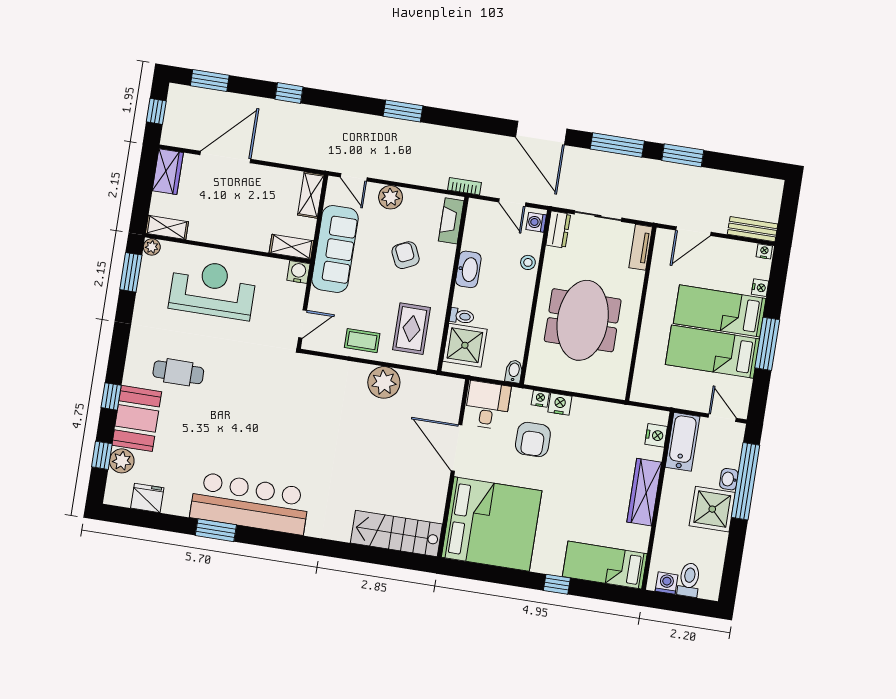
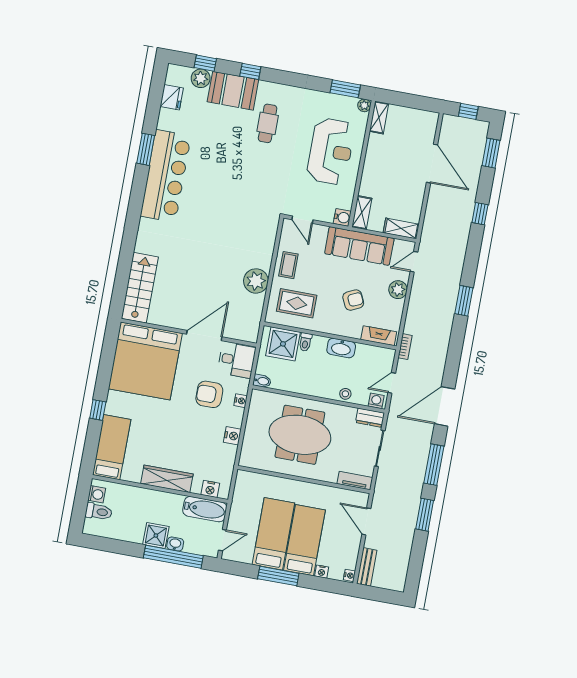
wardrobe: (168, 172) -> (422, 119), removed
nightstand: (560, 404) -> (232, 436), moved
shower: (712, 509) -> (156, 535), width x0.73, depth x0.73

